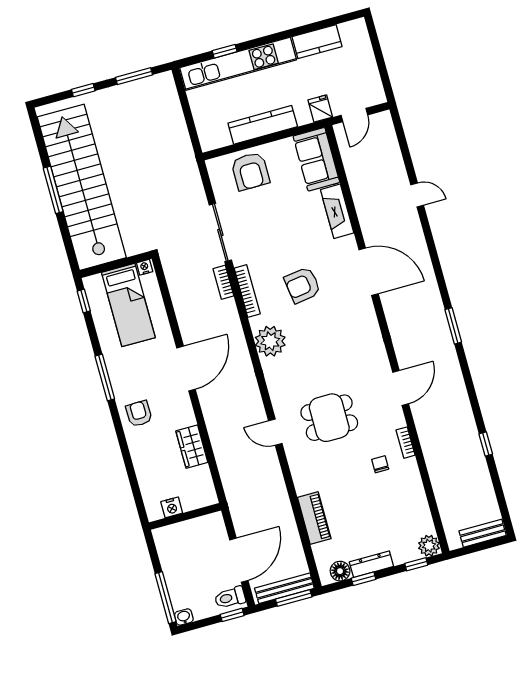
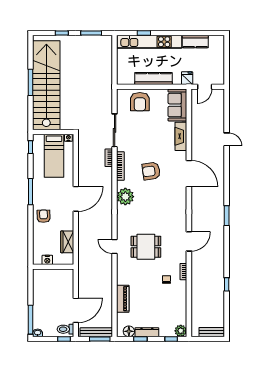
nightstand: (172, 507) -> (47, 260), moved
wall: (185, 516) -> (53, 267), moved

